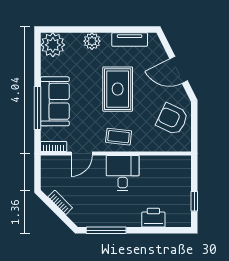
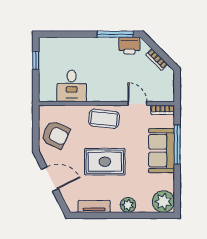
rug: (118, 89) -> (105, 162), turned 90
coffee table: (119, 137) -> (104, 119), width x1.36, depth x1.30
door: (82, 154) -> (137, 103), hinge flipped
desk: (123, 173) -> (72, 86), moved
printer: (153, 218) -> (129, 46), moved

